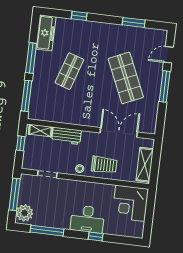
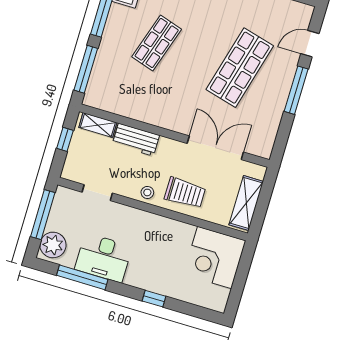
shop shelf: (126, 78) -> (240, 68), turned 39
desk: (87, 219) -> (103, 258), moved

